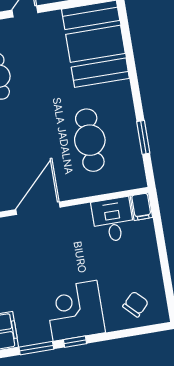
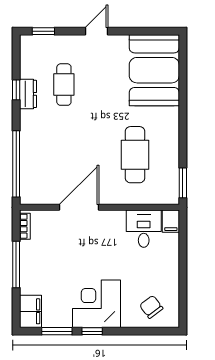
window: (143, 137) -> (183, 183), moved
chair: (136, 304) -> (151, 307), turned -82

